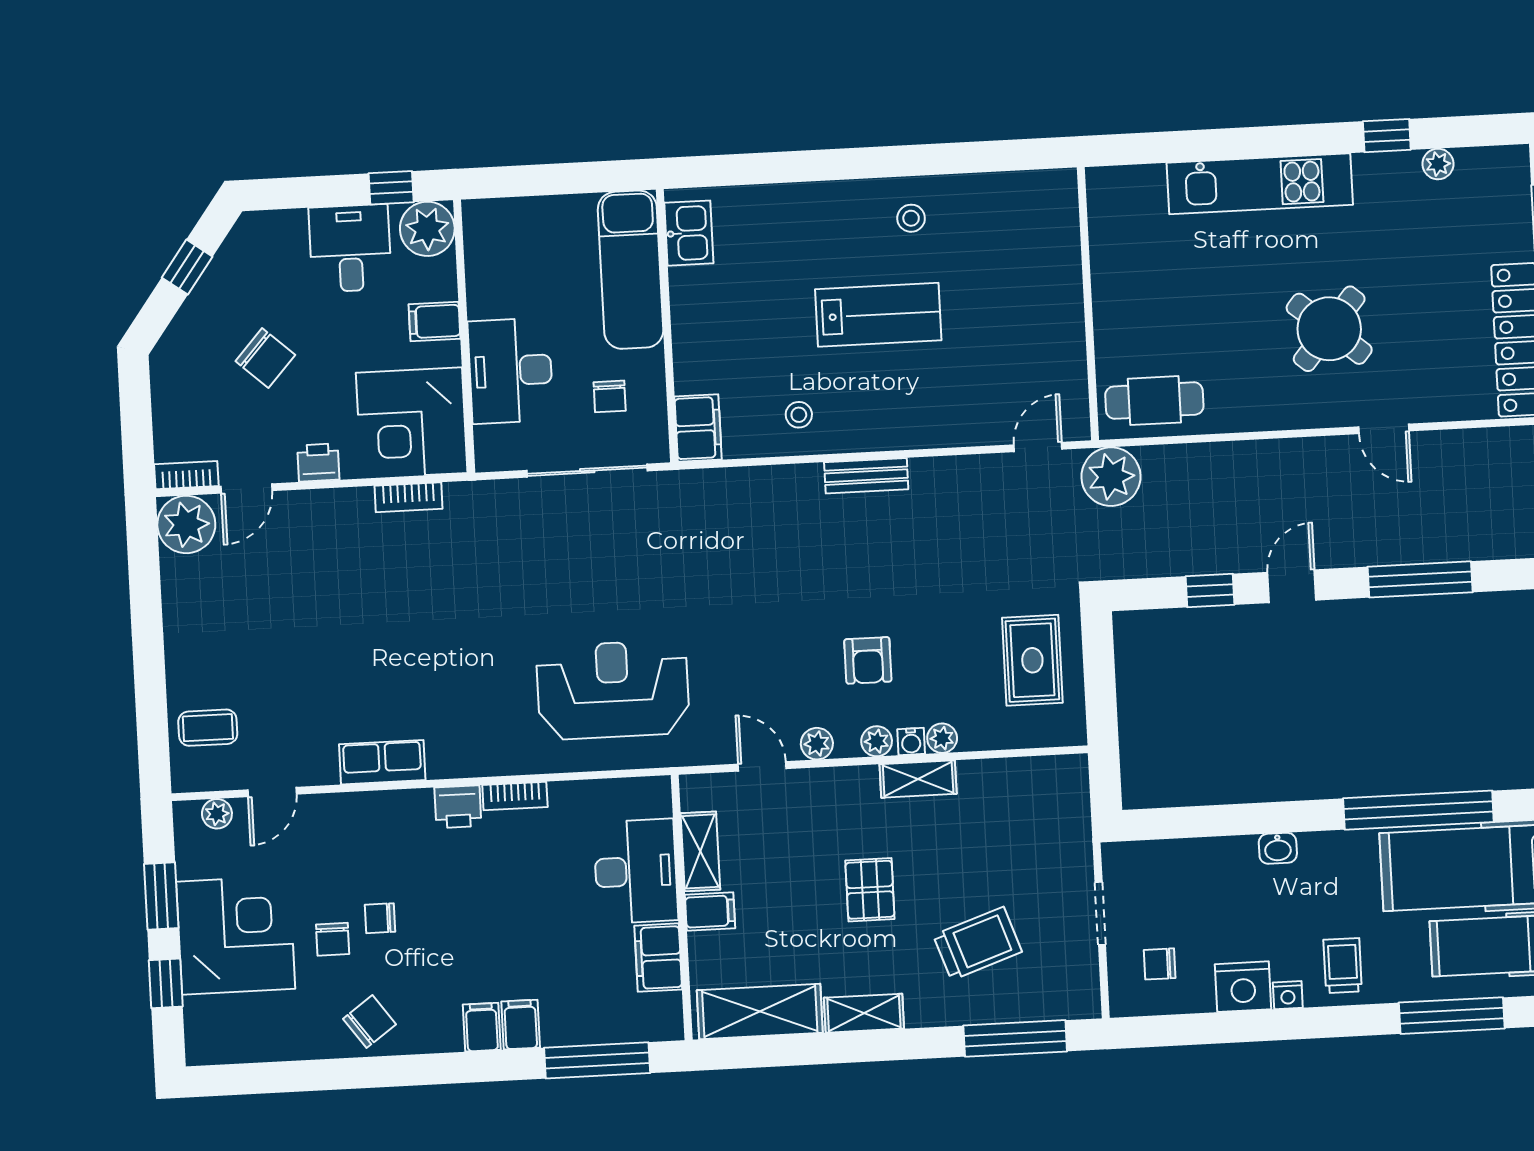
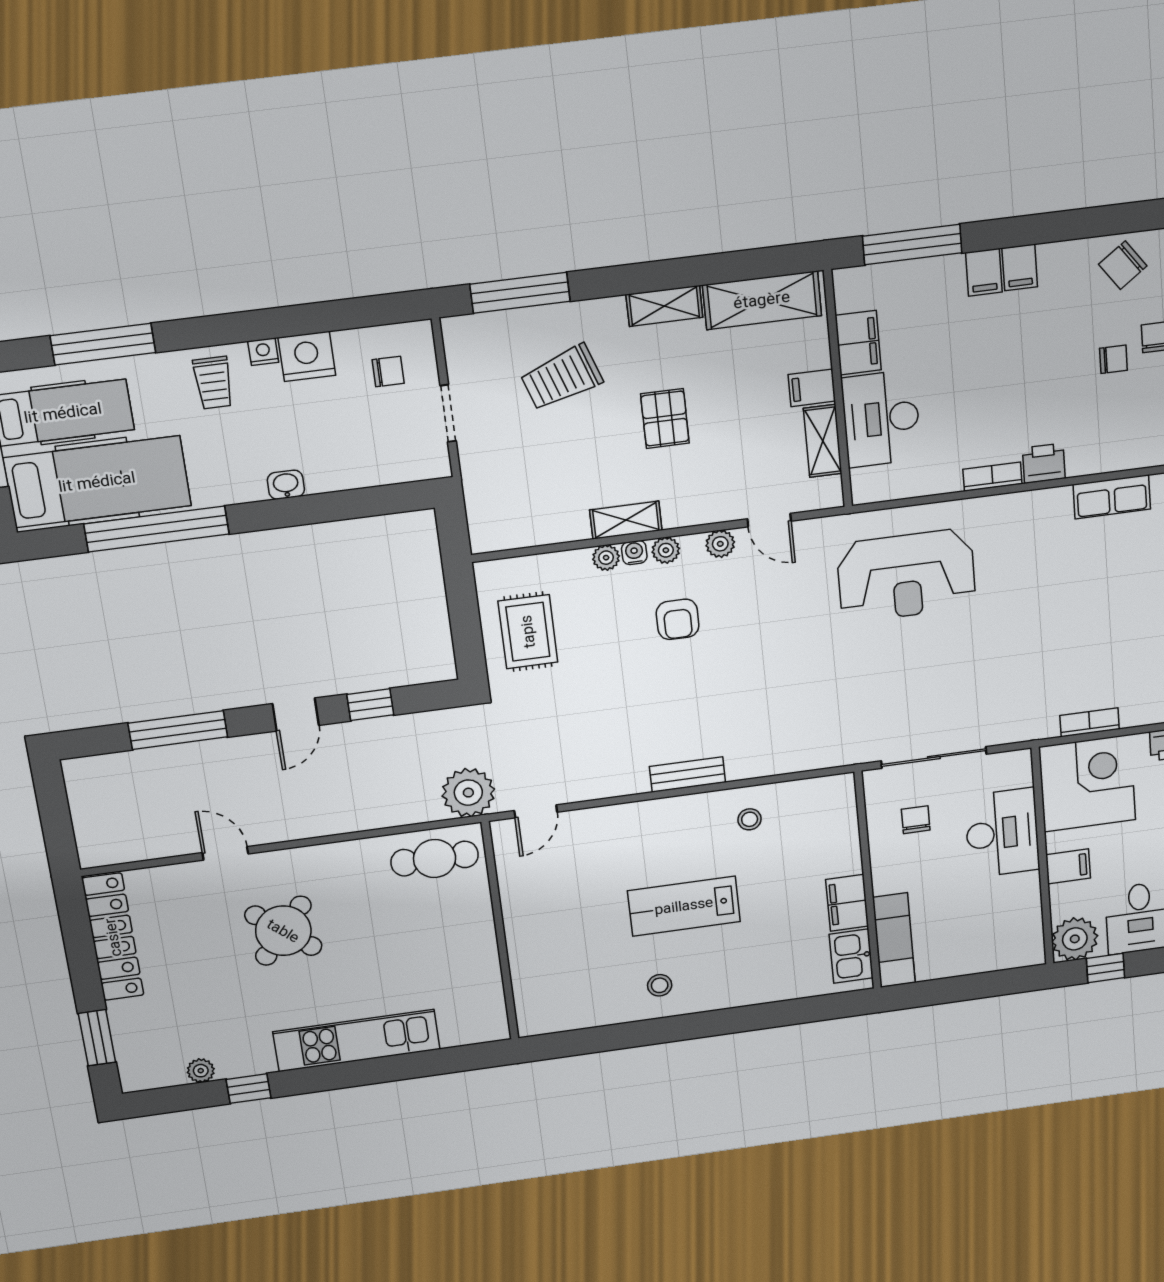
exam couch: (631, 270) -> (894, 940), width x0.73, depth x0.69
filing cabinet: (698, 428) -> (847, 903), moved
armchair: (868, 660) -> (678, 619), turned 180

